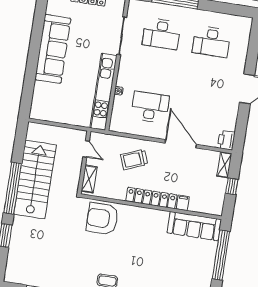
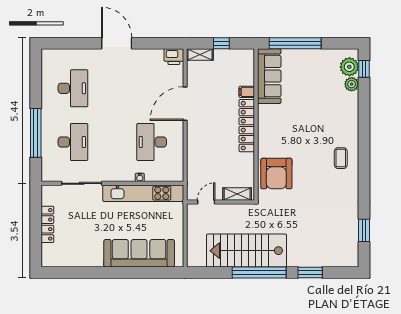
sofa: (53, 49) -> (139, 253), moved
trolley: (134, 160) -> (209, 150), removed

